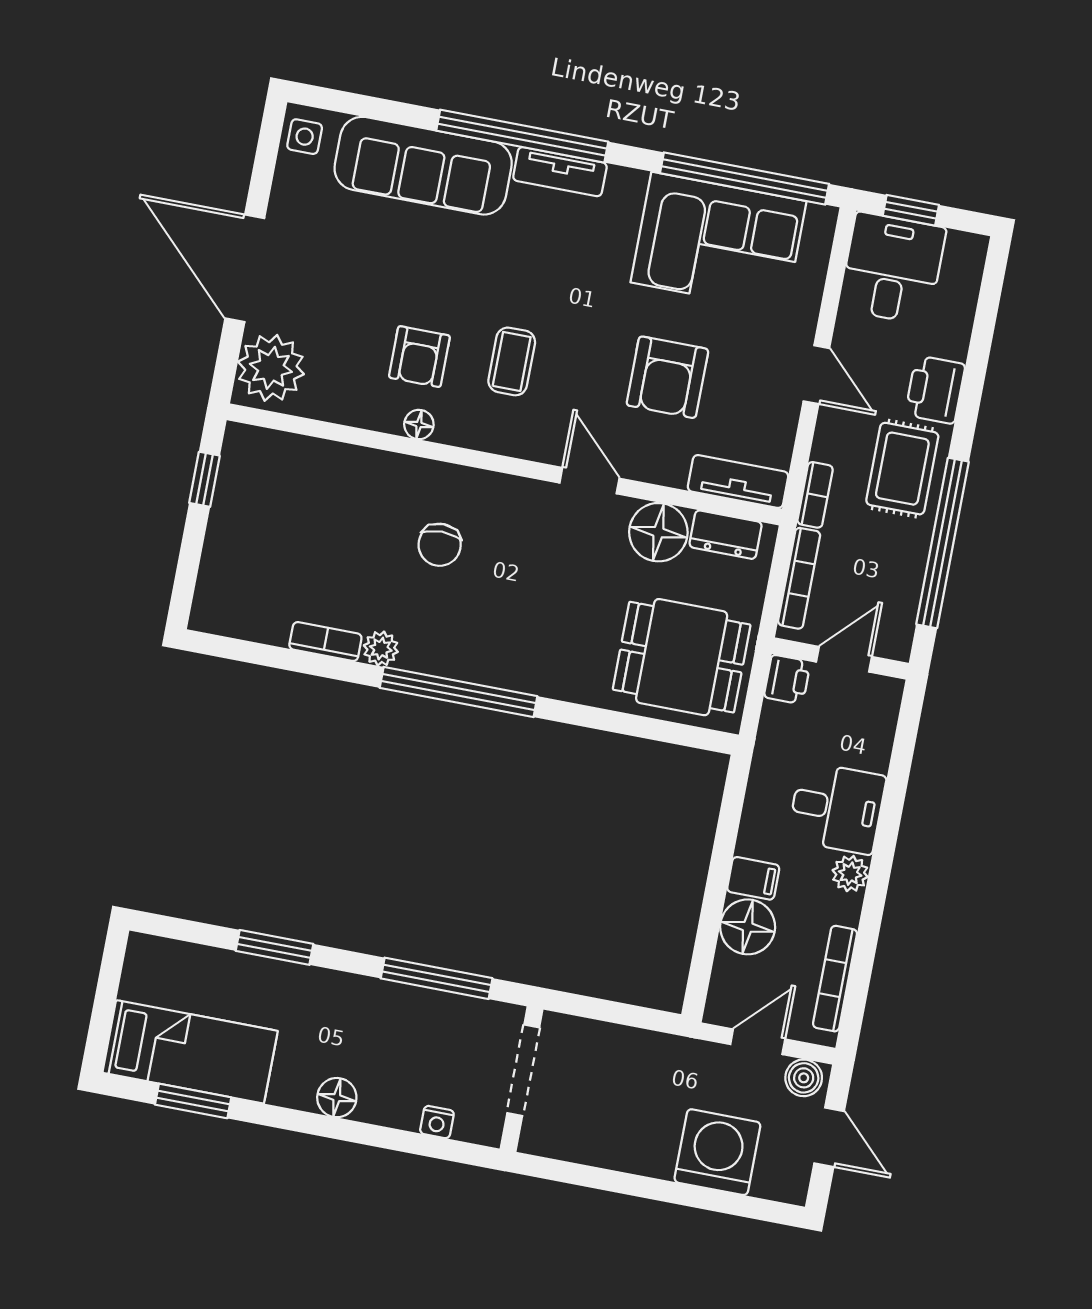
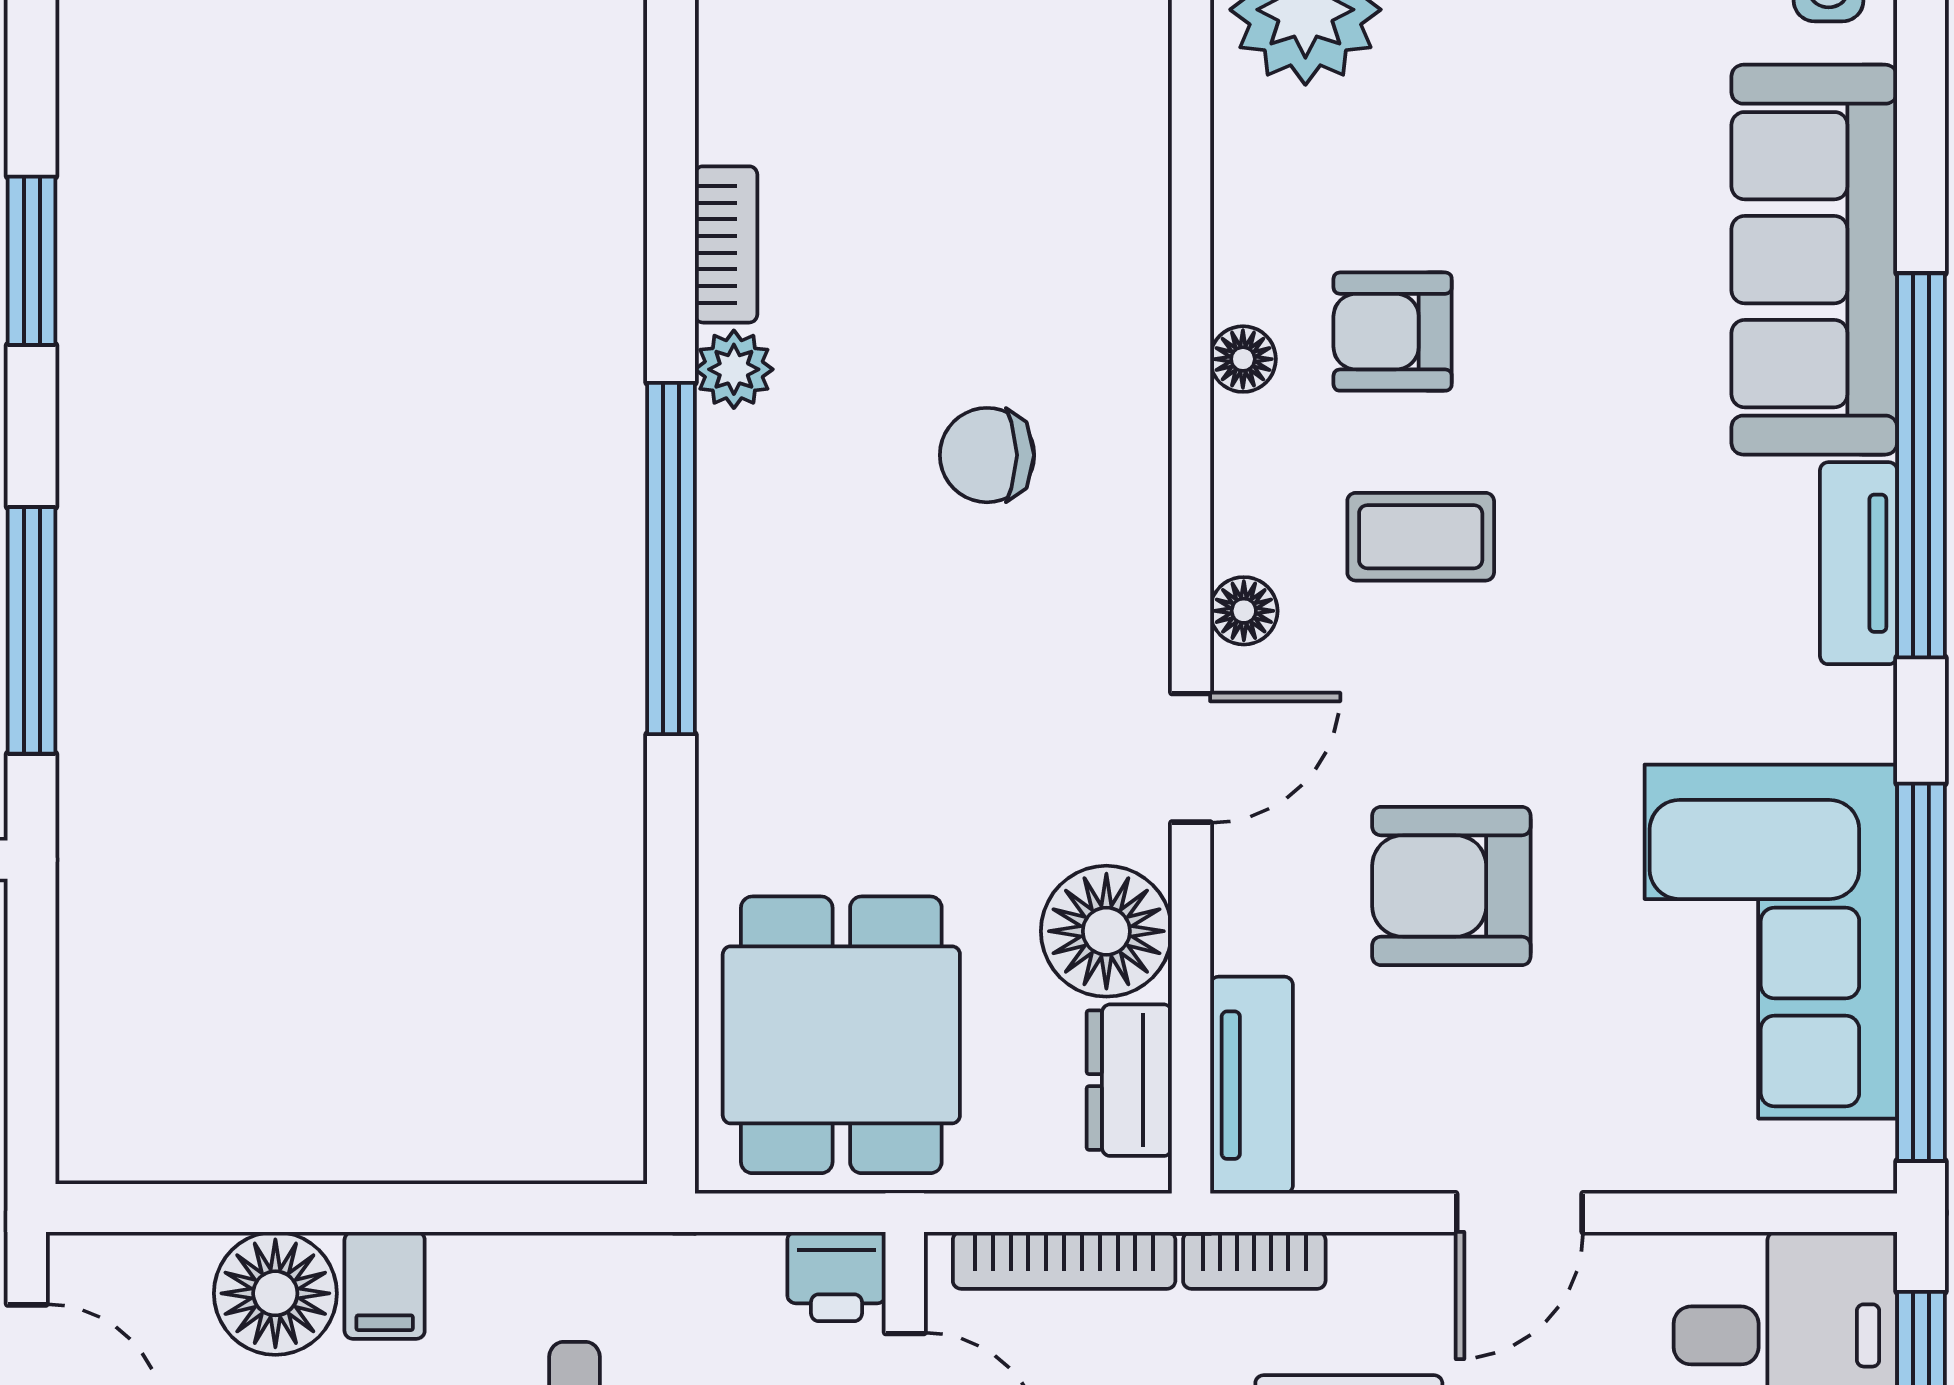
floor lamp: (529, 445) -> (1244, 611), added

